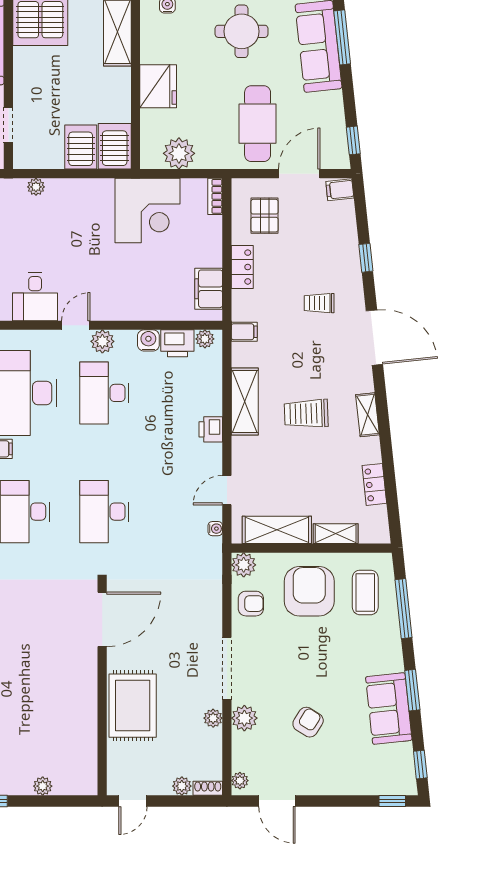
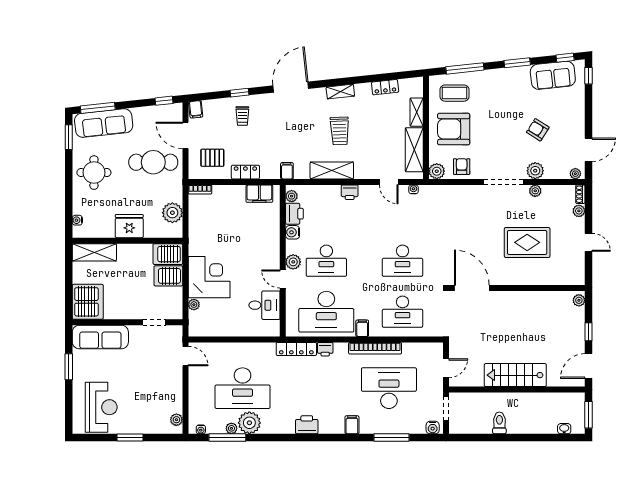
corner desk: (148, 211) -> (209, 277), moved
trolley: (319, 303) -> (242, 116), moved
door: (102, 619) -> (472, 288), moved
wall: (102, 690) -> (517, 288), moved
sofa: (389, 709) -> (553, 75), moved

